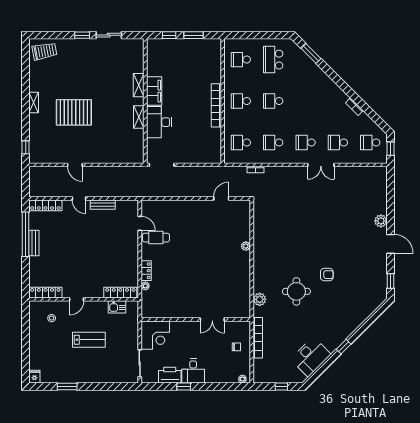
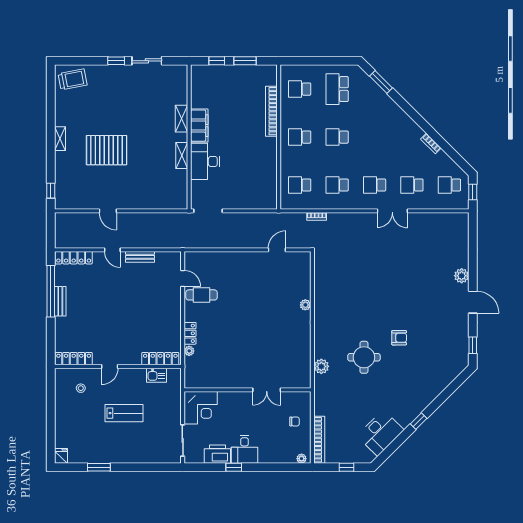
bookcase: (216, 105) -> (271, 111), moved
bookcase: (258, 338) -> (319, 440), moved

